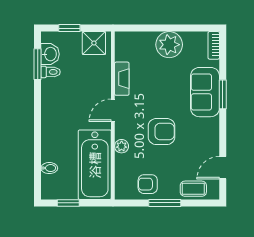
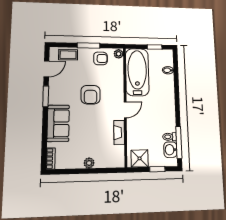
plant: (169, 45) -> (89, 163), width x0.53, depth x0.53
window: (38, 64) -> (179, 142), width x1.44
window: (223, 94) -> (46, 96), moved
armchair: (161, 132) -> (91, 95), turned -90
plant: (122, 146) -> (119, 54), moved

